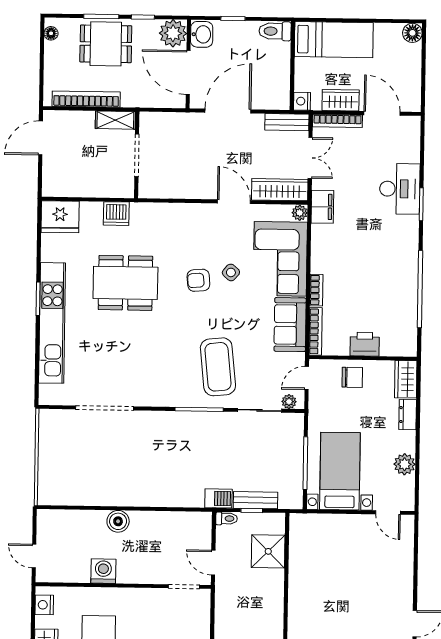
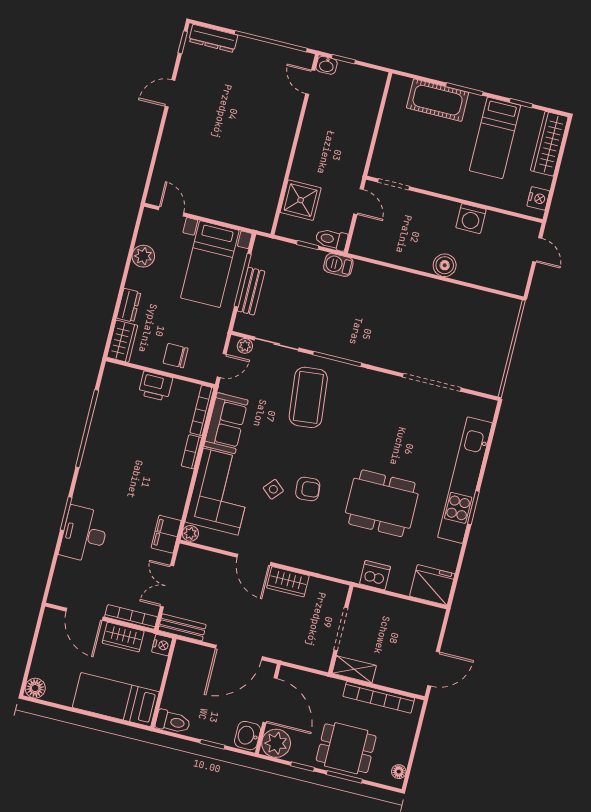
wardrobe: (280, 190) -> (288, 582), moved, width x0.67
bench: (255, 500) -> (251, 291), moved, turned 90
toilet: (227, 519) -> (331, 239), width x1.37, depth x1.39

